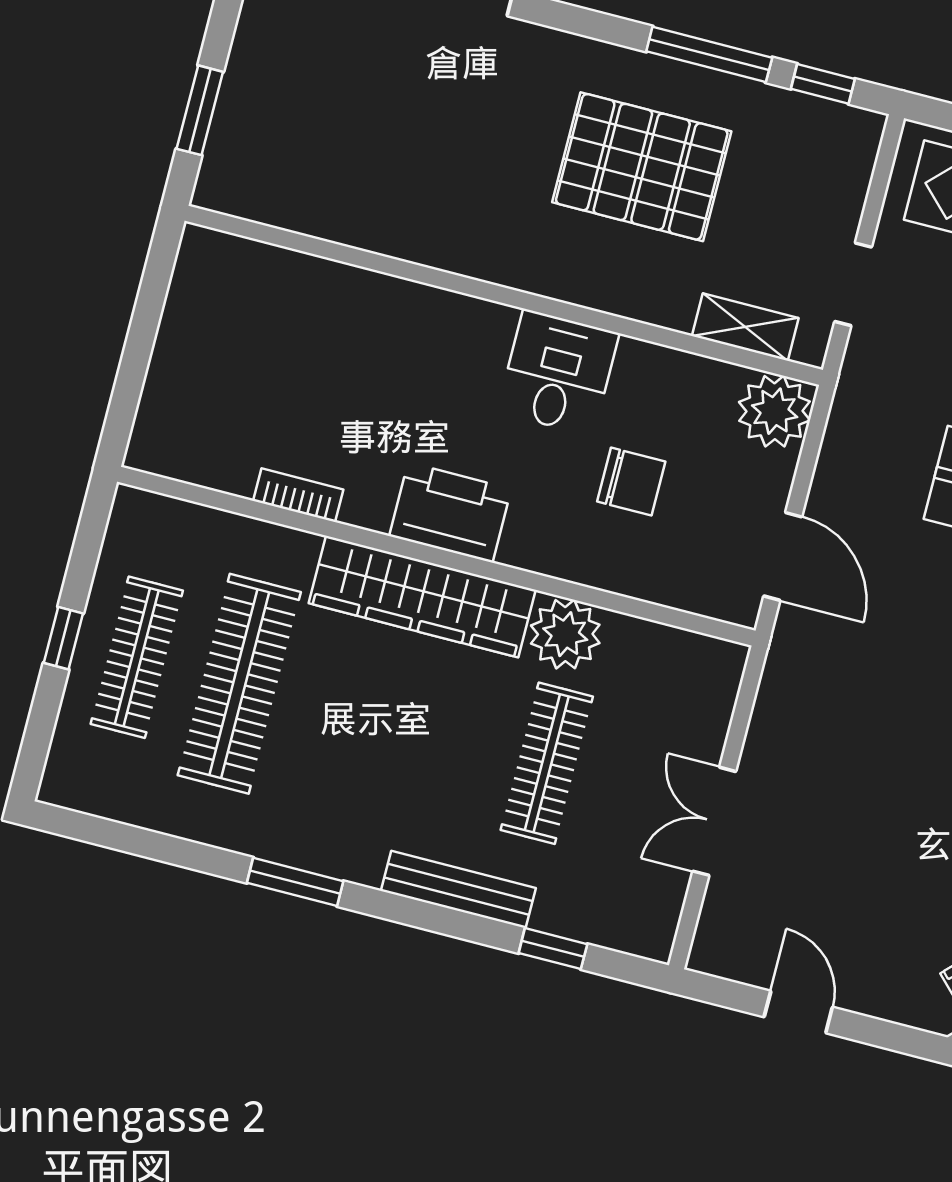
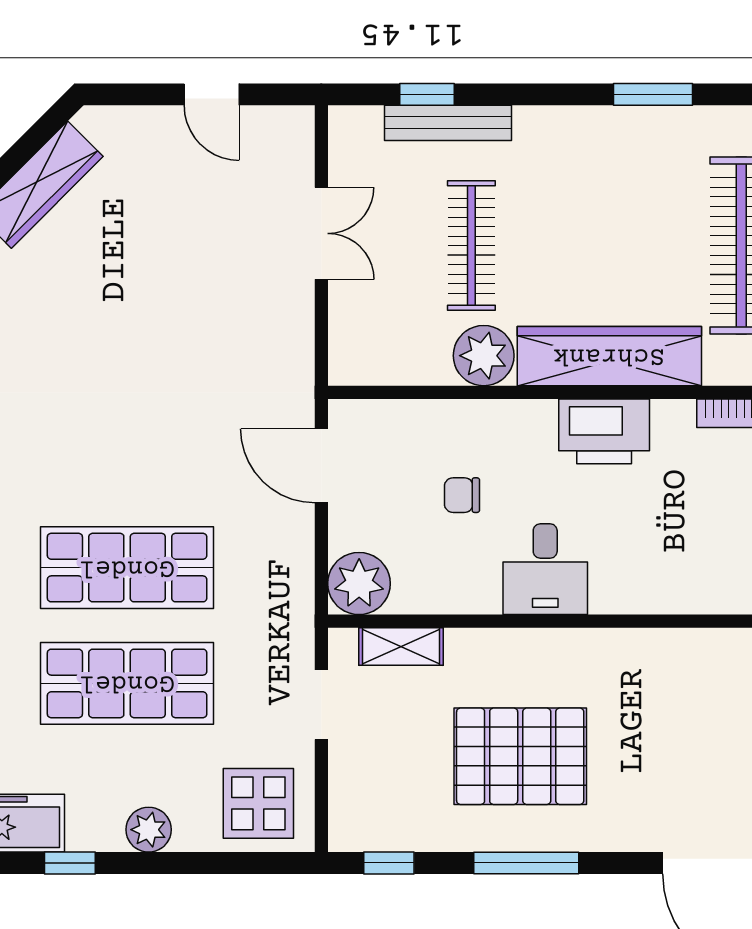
window: (709, 54) -> (526, 863), moved
chair: (631, 482) -> (462, 495), width x0.73, depth x0.73
bench: (458, 889) -> (448, 123), moved

